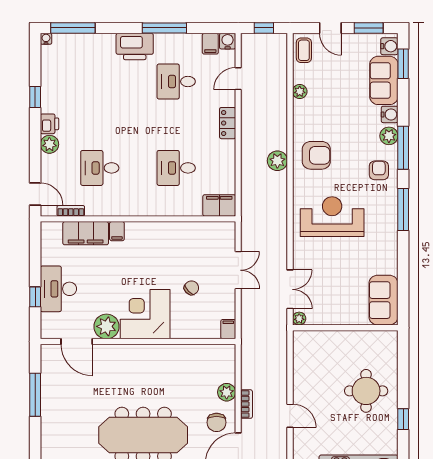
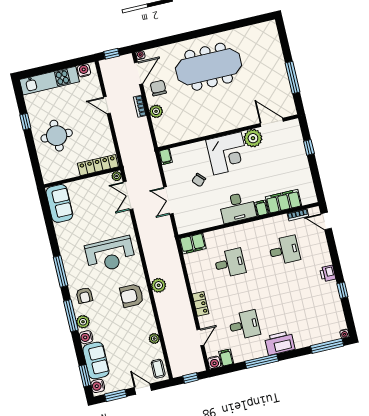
plant: (49, 144) -> (324, 259), removed
desk: (58, 289) -> (238, 207), moved, turned 90
locker: (321, 339) -> (98, 165), added

